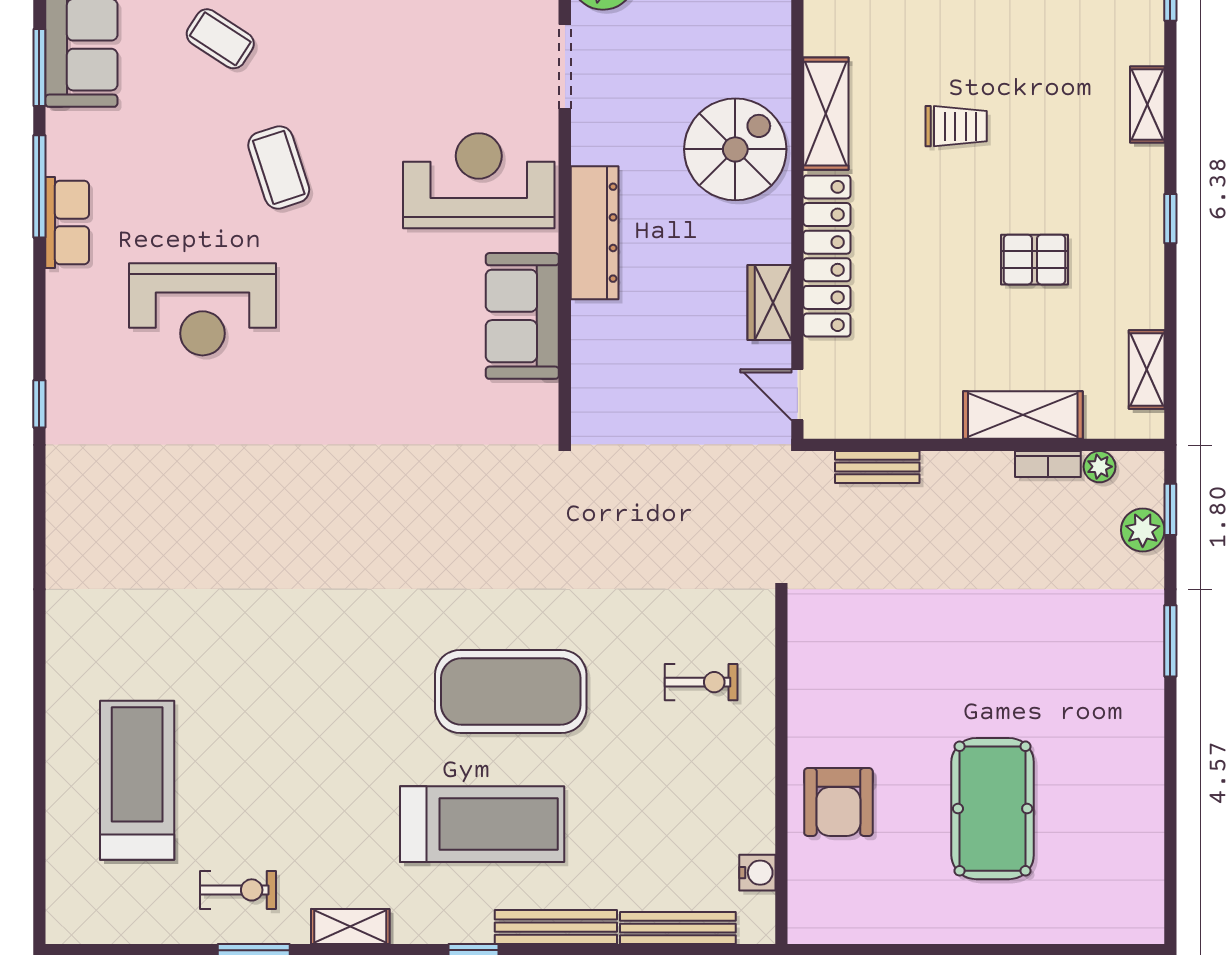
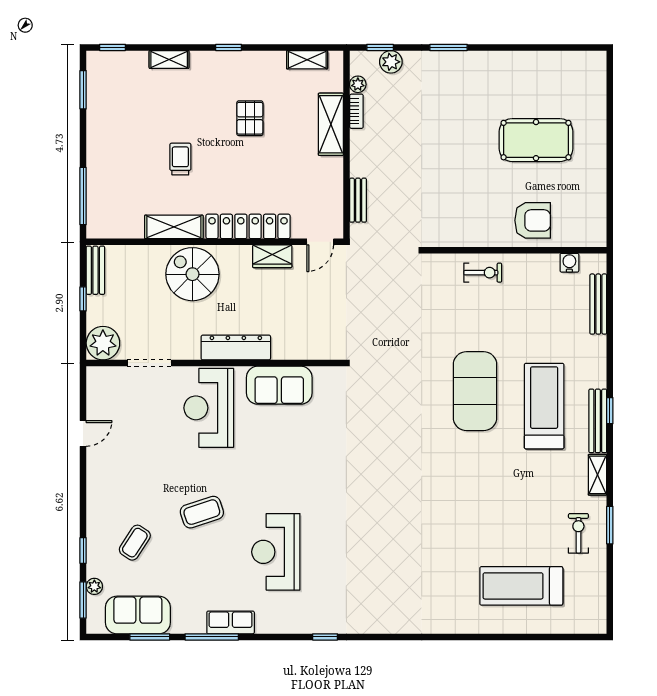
reception desk: (202, 309) -> (276, 552), turned 180
exercise bike: (701, 682) -> (483, 273), moved, turned 90
bench: (556, 927) -> (598, 421), moved

